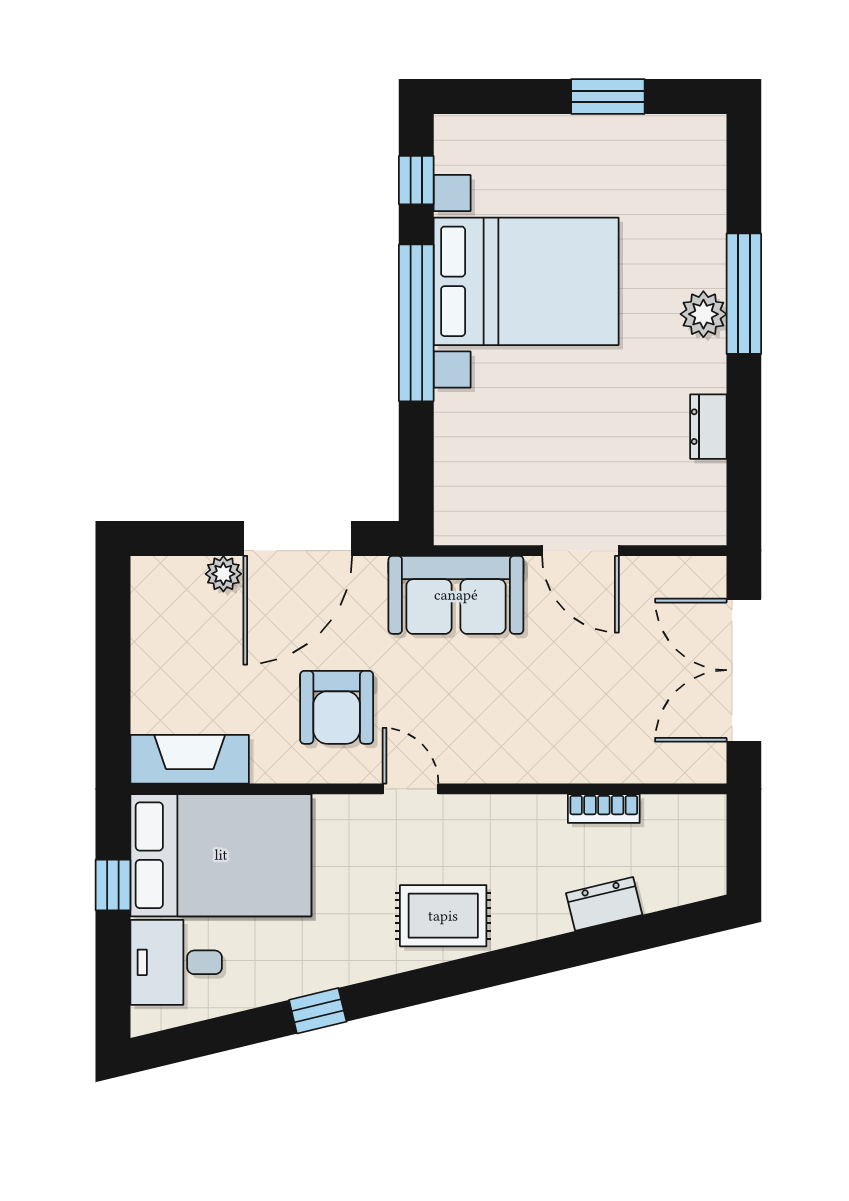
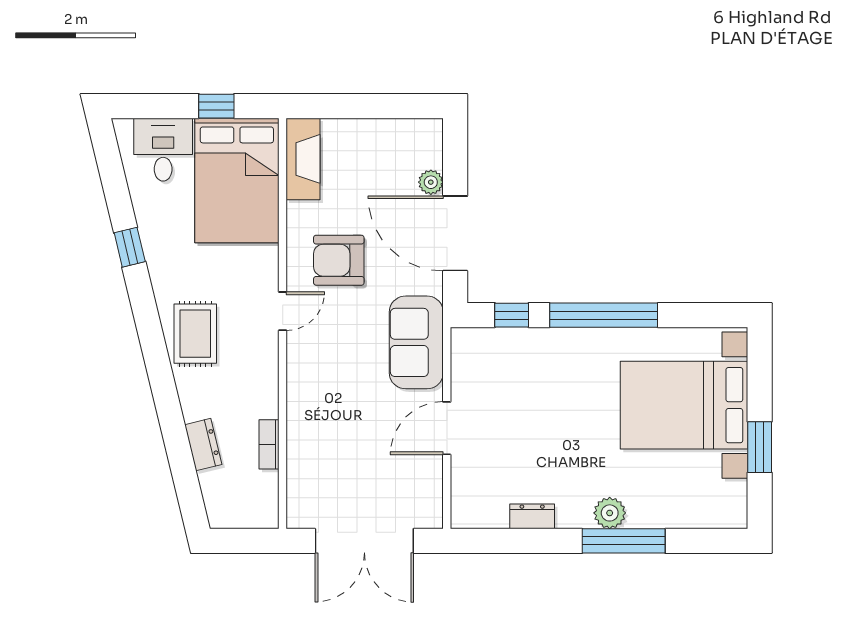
window: (416, 180) -> (512, 315), moved
bed with nightstands: (526, 281) -> (684, 405), moved, turned 90
double door: (744, 670) -> (364, 541), swing flipped

